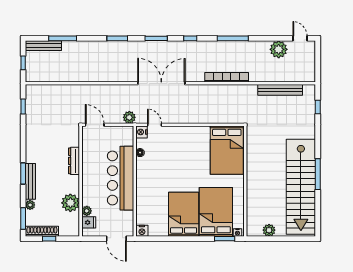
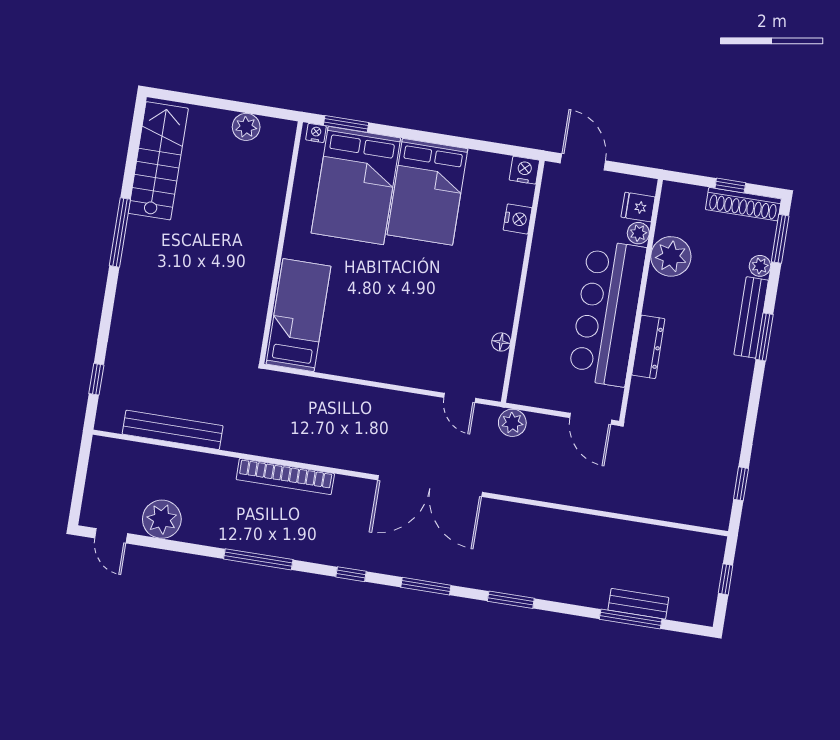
bench: (43, 46) -> (638, 604), moved, width x0.73
nightstand: (141, 132) -> (518, 219), moved
bed: (227, 150) -> (298, 315), width x0.67
bar counter: (121, 178) -> (607, 313), moved, turned 180
stairs: (301, 187) -> (158, 161), width x0.54, depth x0.66

